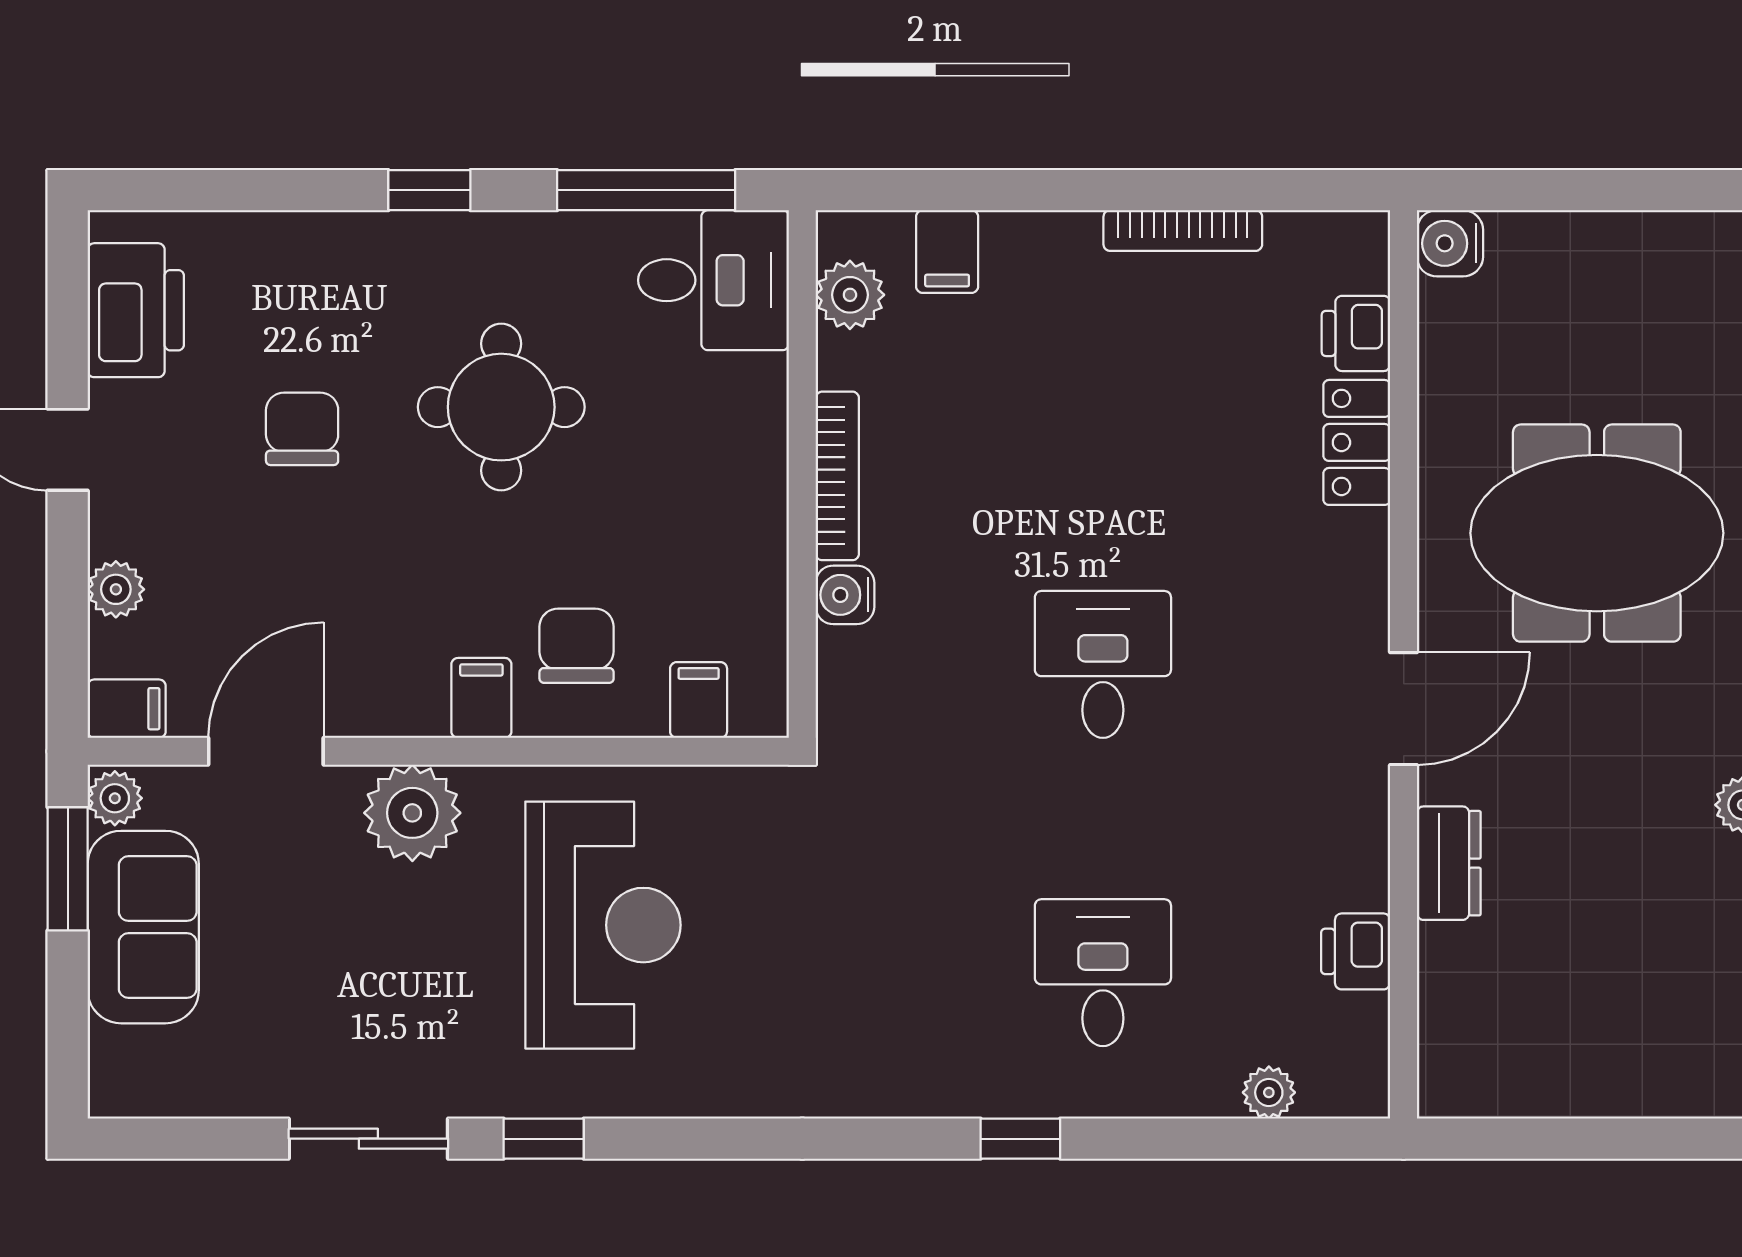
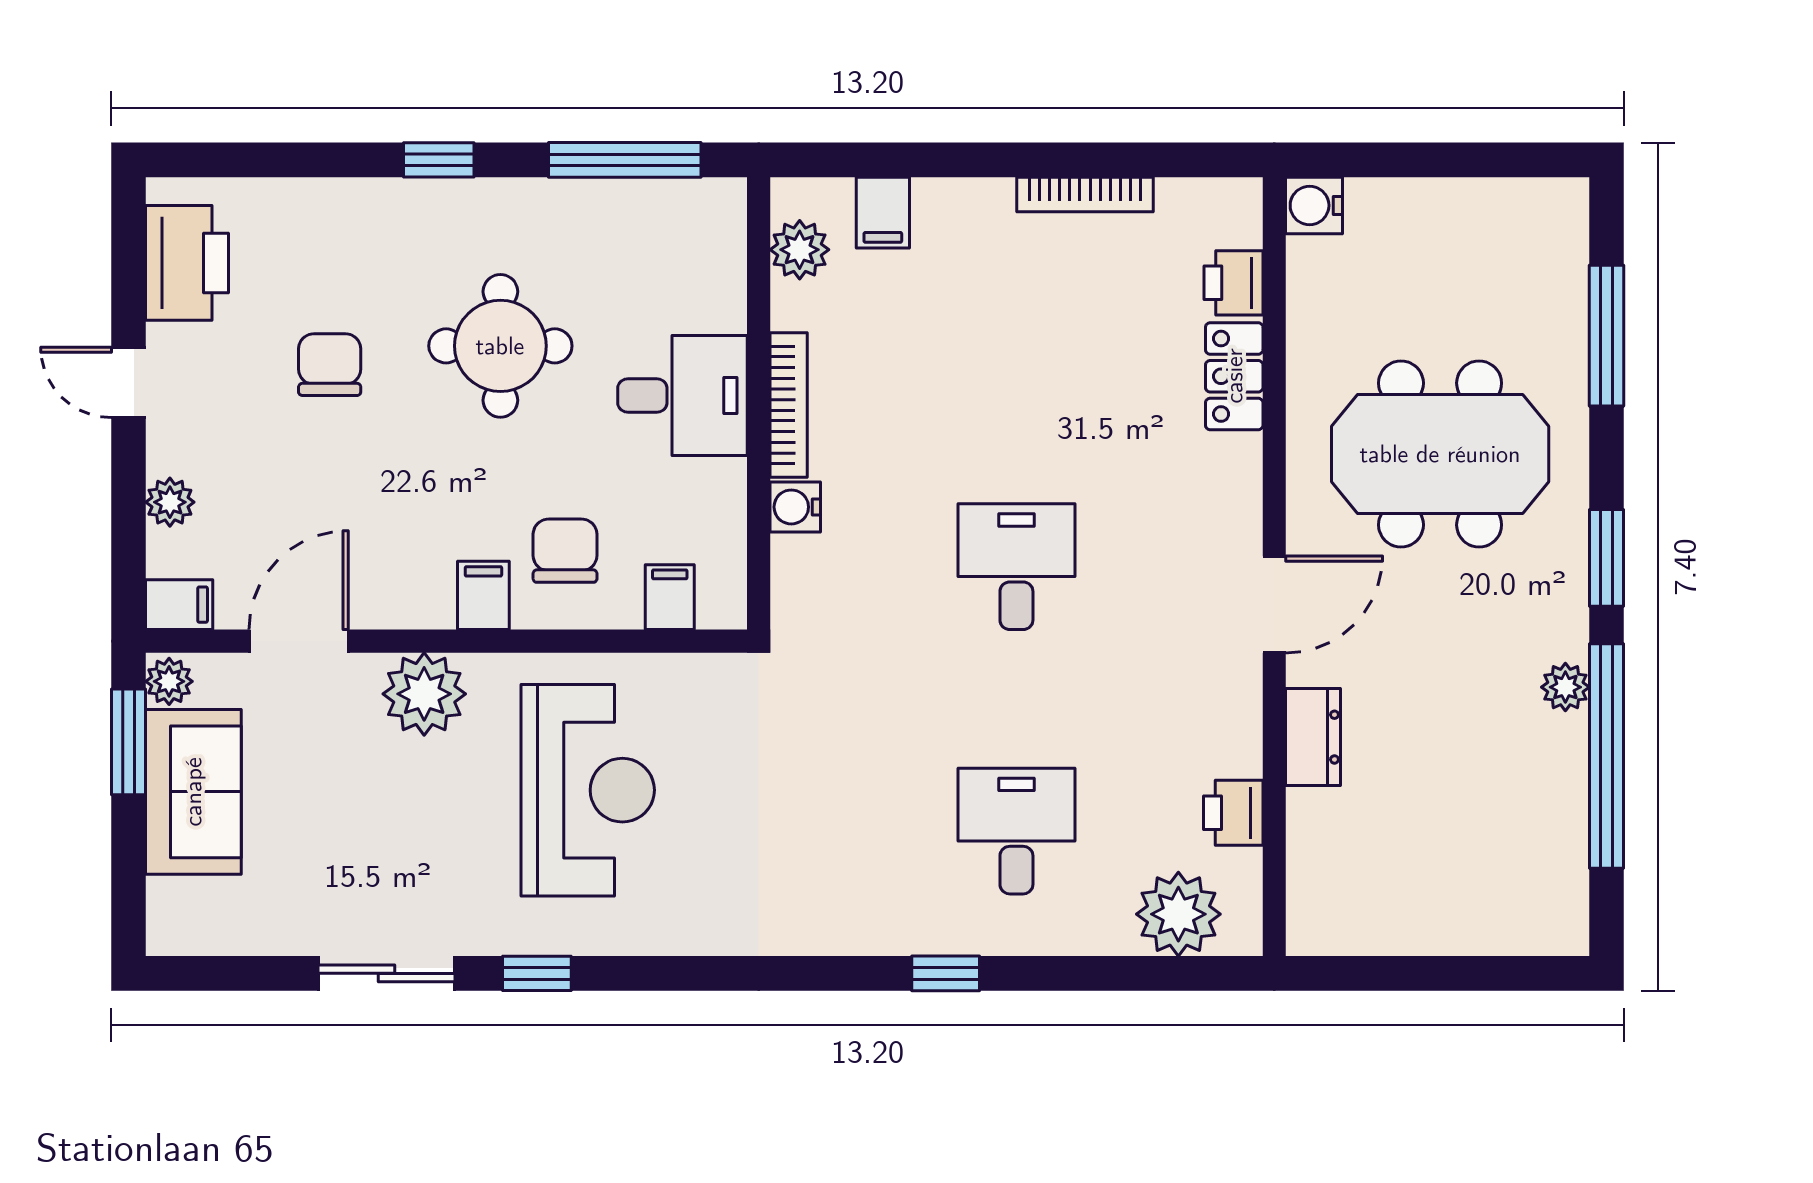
desk: (713, 280) -> (682, 395), moved
plant: (1269, 1092) -> (1178, 914), width x1.88, depth x1.88

